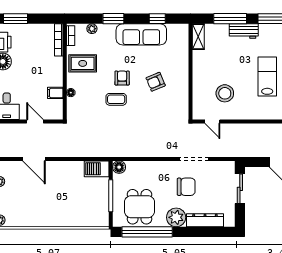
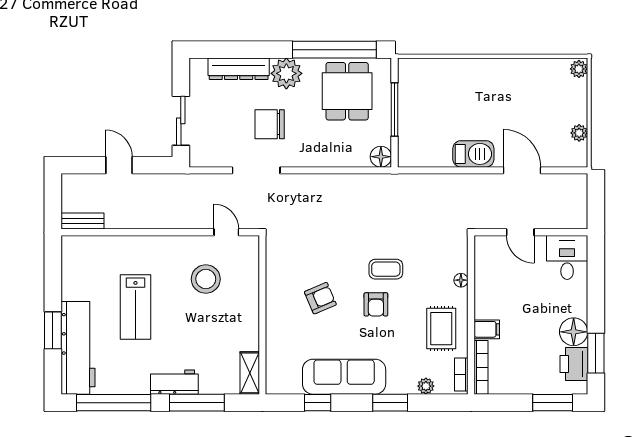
rug: (83, 63) -> (441, 329), turned 90
filing cabinet: (55, 93) -> (487, 329), moved
barbecue: (97, 169) -> (473, 154), moved

